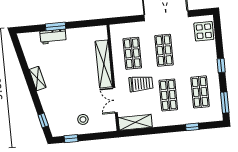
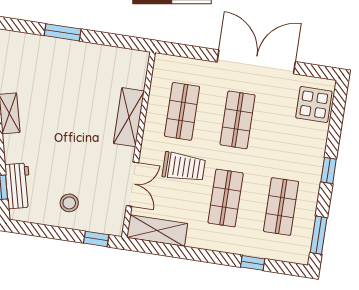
workbench: (53, 37) -> (18, 186), moved, turned -104
shelving: (104, 64) -> (129, 117), width x0.68
double door: (115, 100) -> (132, 184), swing flipped
window: (71, 139) -> (96, 239), moved

